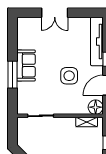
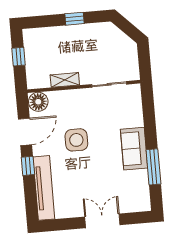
window: (12, 75) -> (153, 167), moved
shelving: (87, 122) -> (65, 80), moved

